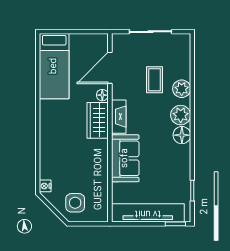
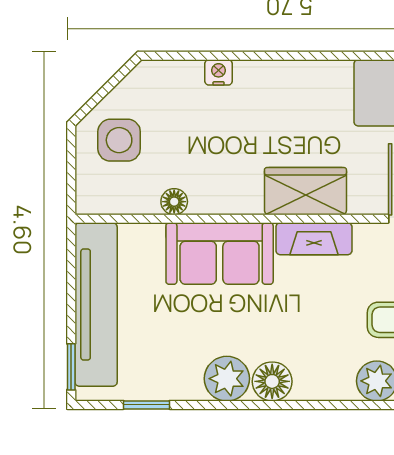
floor lamp: (102, 95) -> (174, 202), moved
plant: (181, 115) -> (227, 379), moved
nightstand: (45, 186) -> (219, 72), moved

